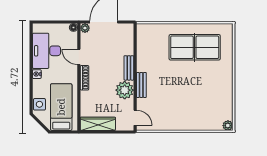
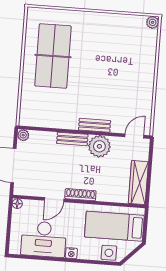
plant: (85, 28) -> (23, 135), moved

